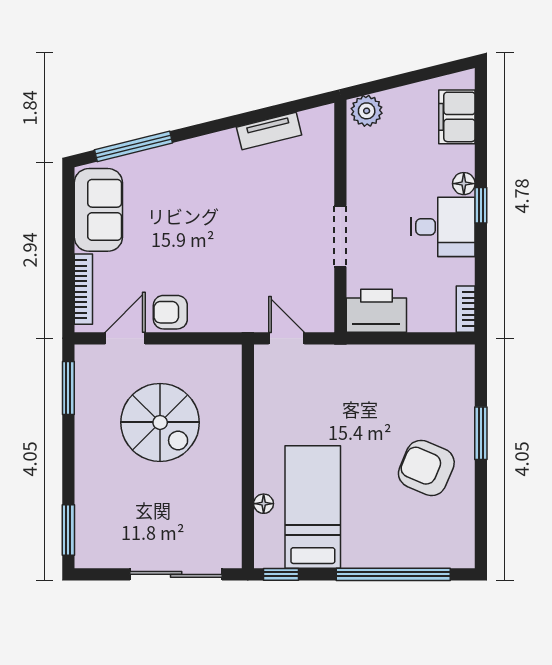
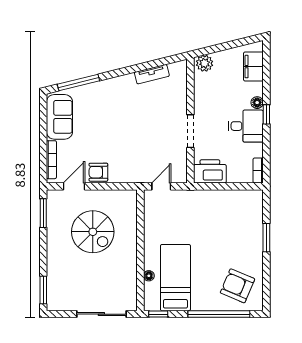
door: (287, 338) -> (161, 186), hinge flipped
armchair: (426, 468) -> (237, 286), moved

